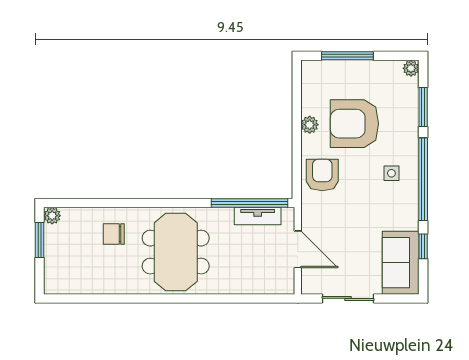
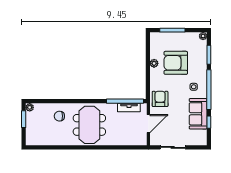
armchair: (322, 175) -> (160, 99), moved
door: (298, 249) -> (148, 124), hinge flipped
sofa: (401, 263) -> (198, 114), moved

